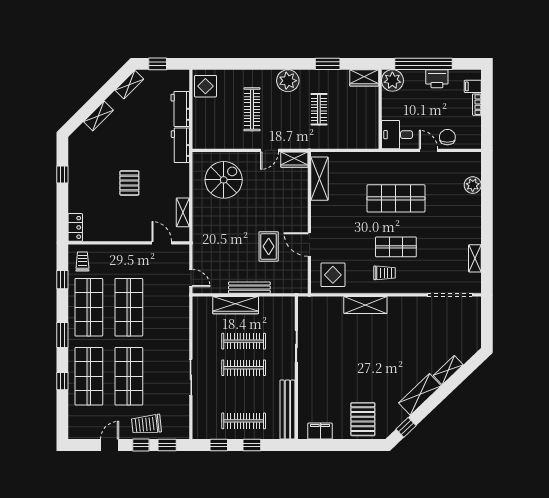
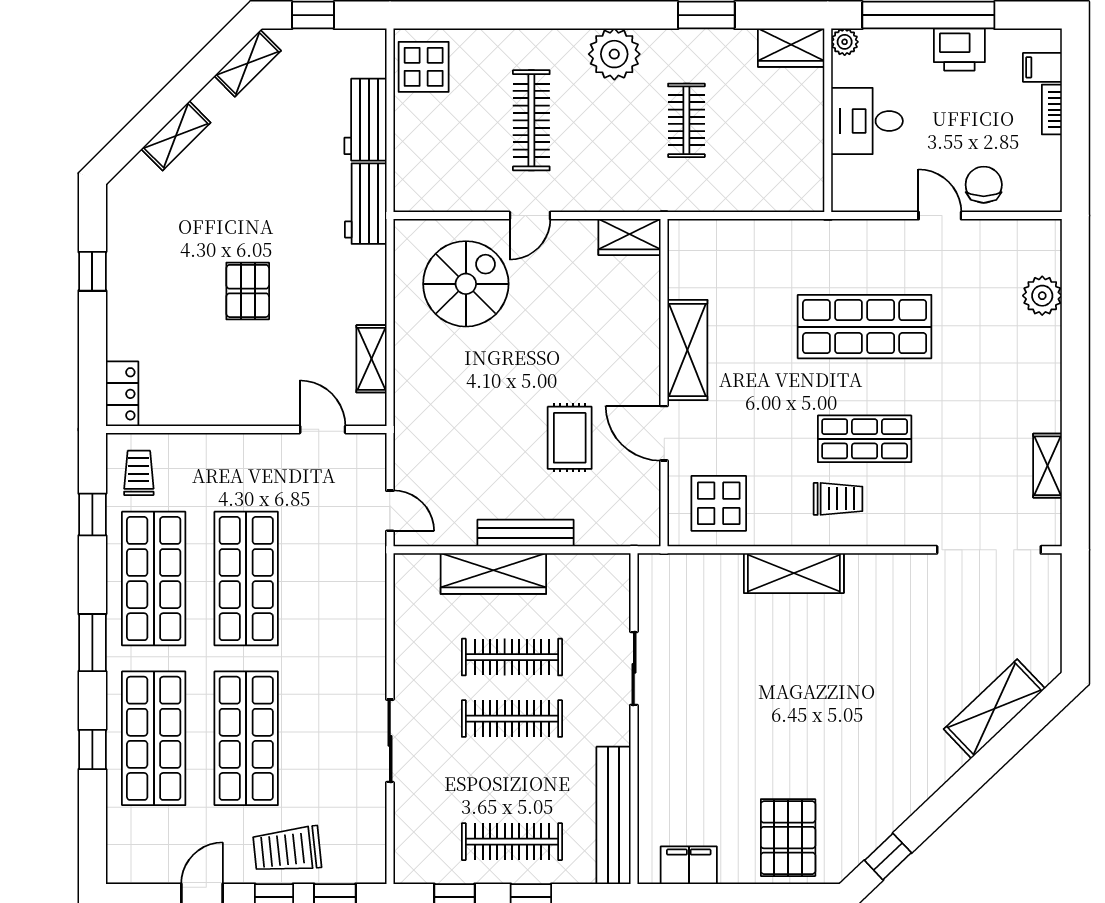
plant: (392, 80) -> (845, 42), width x0.53, depth x0.53
desk: (397, 135) -> (867, 121), moved
door: (269, 150) -> (530, 216), moved
shelving: (319, 179) -> (687, 350), moved
shelving: (448, 370) -> (994, 709), width x1.50, depth x1.33
shelving: (420, 394) -> (920, 780), removed

